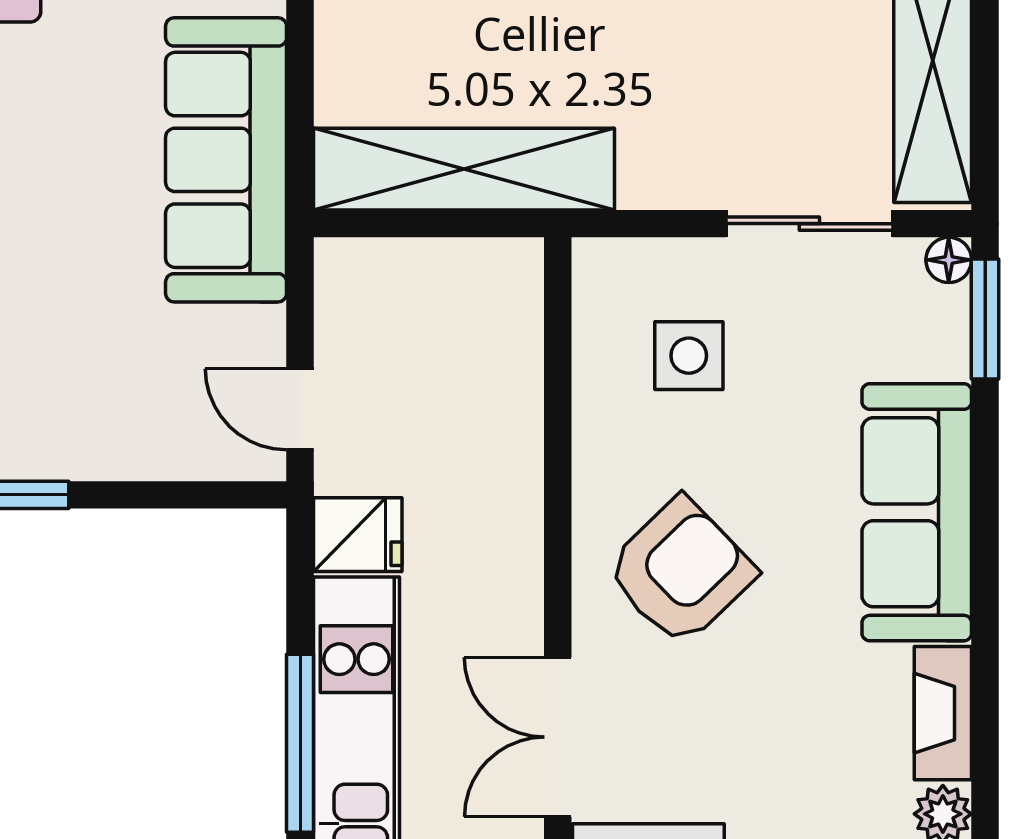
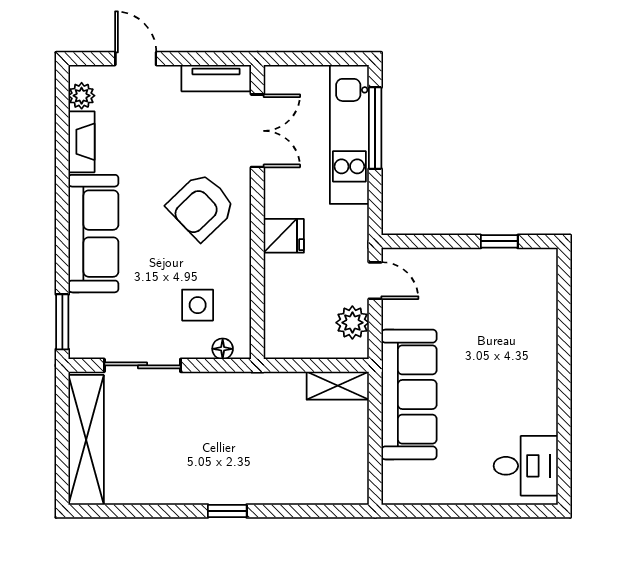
shelving: (464, 169) -> (338, 386), width x0.45, depth x0.75
floor lamp: (949, 260) -> (223, 349), moved
plant: (350, 317) -> (352, 323), added
fridge: (358, 535) -> (284, 236), moved, turned 180

